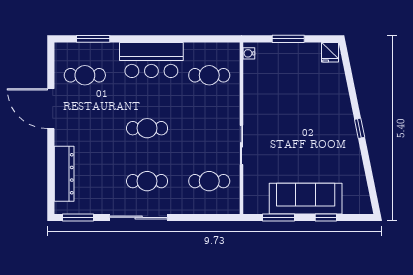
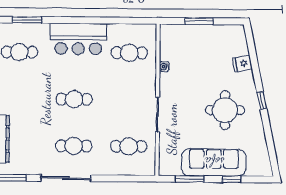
fridge: (330, 52) -> (243, 64), moved, turned 79
water cooler: (249, 53) -> (164, 67), moved
round table: (318, 139) -> (225, 110), added

